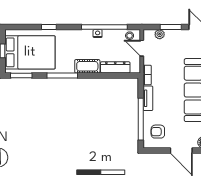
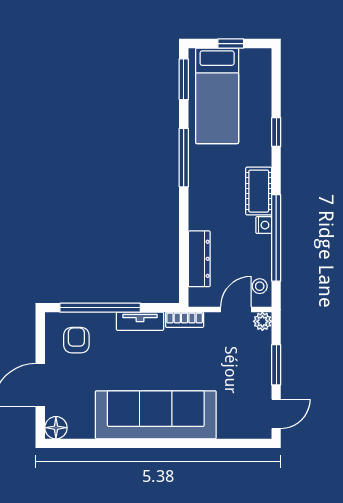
plant: (160, 34) -> (262, 321), moved
bed: (30, 52) -> (217, 96), width x0.67
cot: (87, 66) -> (259, 191), moved

